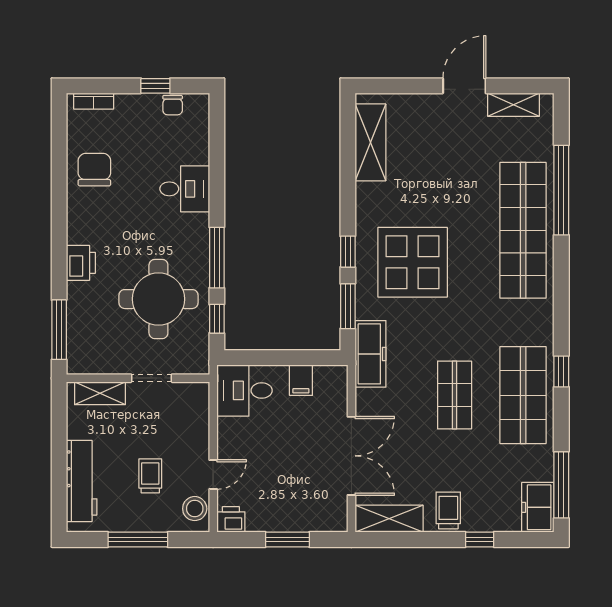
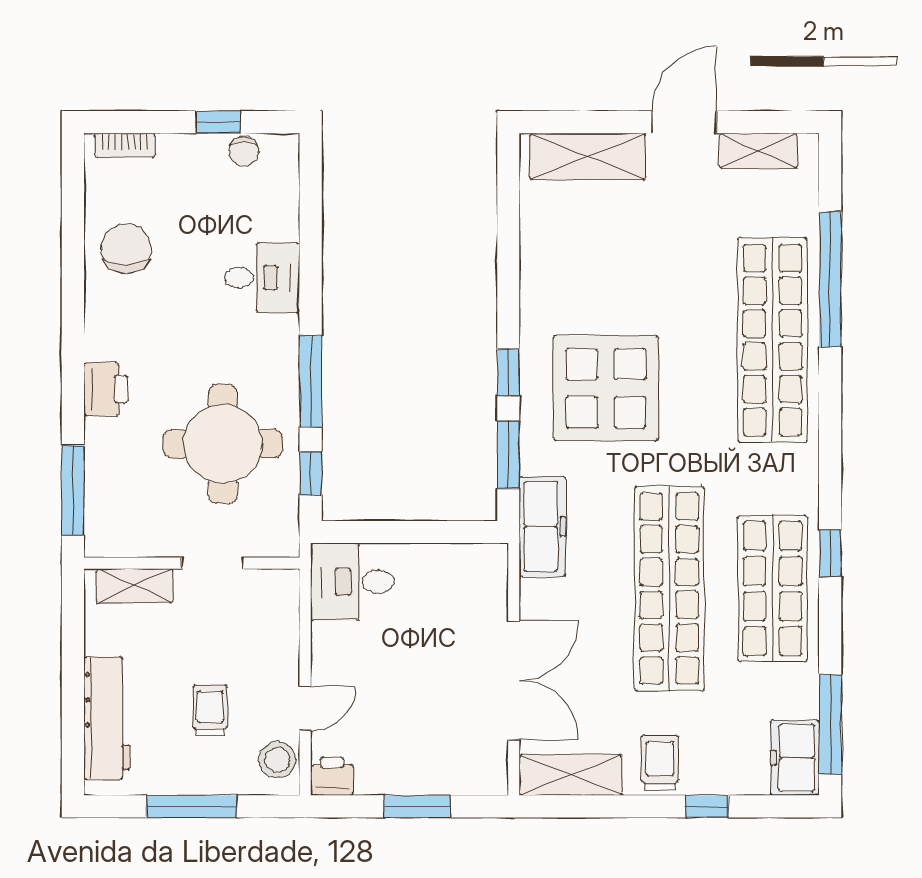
shelving: (370, 142) -> (588, 156), moved, turned 90
filing cabinet: (301, 380) -> (438, 566), removed
shop shelf: (455, 395) -> (669, 589), width x2.00, depth x1.36

